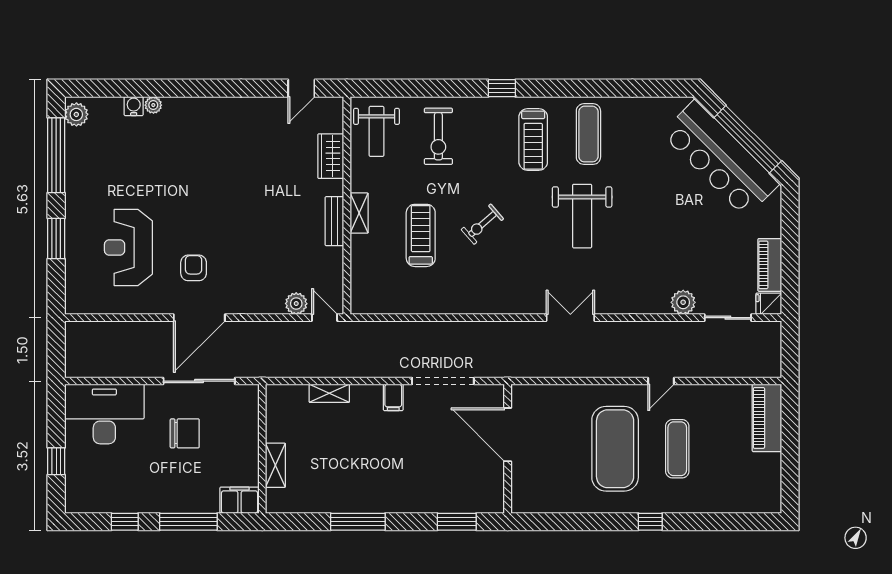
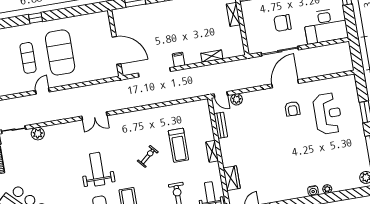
water cooler: (134, 106) -> (313, 191), moved
bench: (334, 221) -> (221, 125), moved

